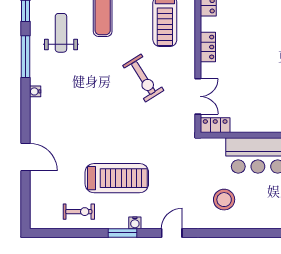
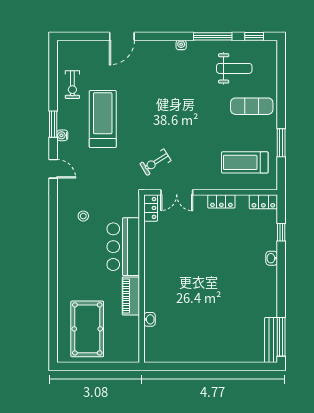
exercise bike: (143, 78) -> (155, 162), moved, width x0.73, depth x0.72
treadmill: (117, 178) -> (103, 119), turned 180
stool: (224, 200) -> (83, 216), width x0.53, depth x0.53

